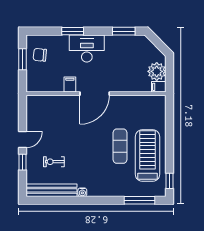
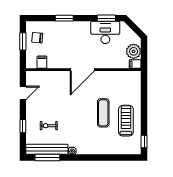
desk: (87, 49) -> (105, 32), moved
filing cabinet: (70, 85) -> (42, 62), moved
door: (22, 140) -> (23, 93), moved
treadmill: (148, 156) -> (126, 121), width x0.73, depth x0.73
window: (140, 200) -> (47, 157), moved

